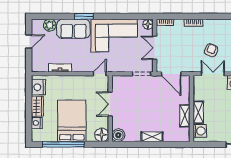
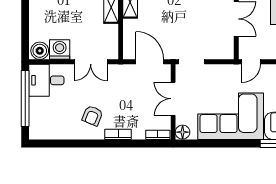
double door: (155, 48) -> (173, 99), swing flipped
armchair: (211, 50) -> (92, 116), moved

